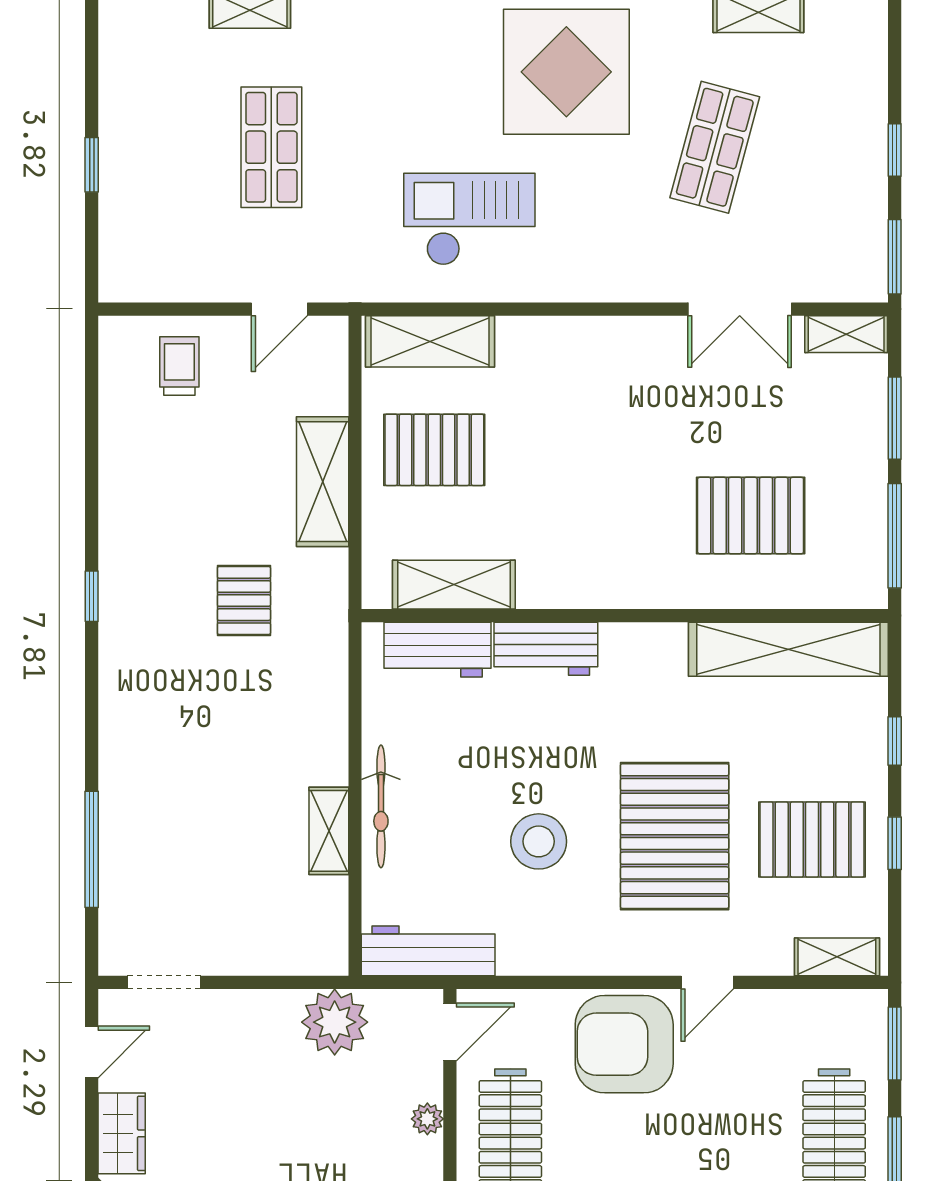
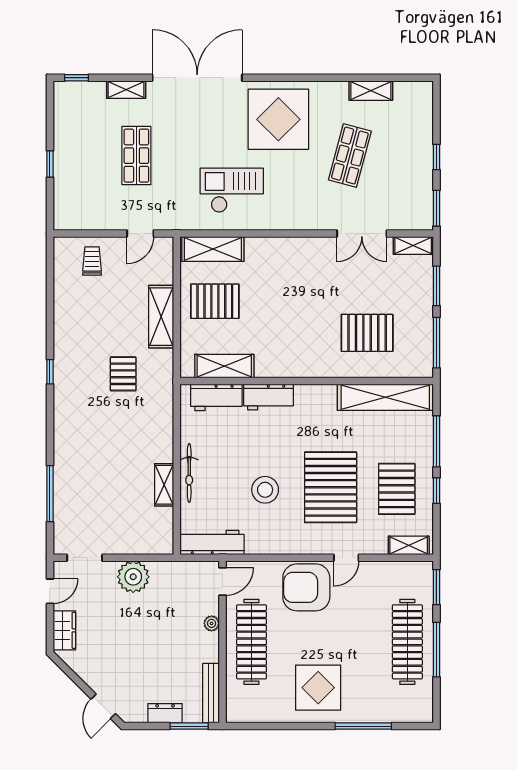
window: (895, 741) -> (436, 441), width x2.17
pallet: (812, 840) -> (397, 489), turned 90
plant: (335, 1022) -> (133, 577), moved

